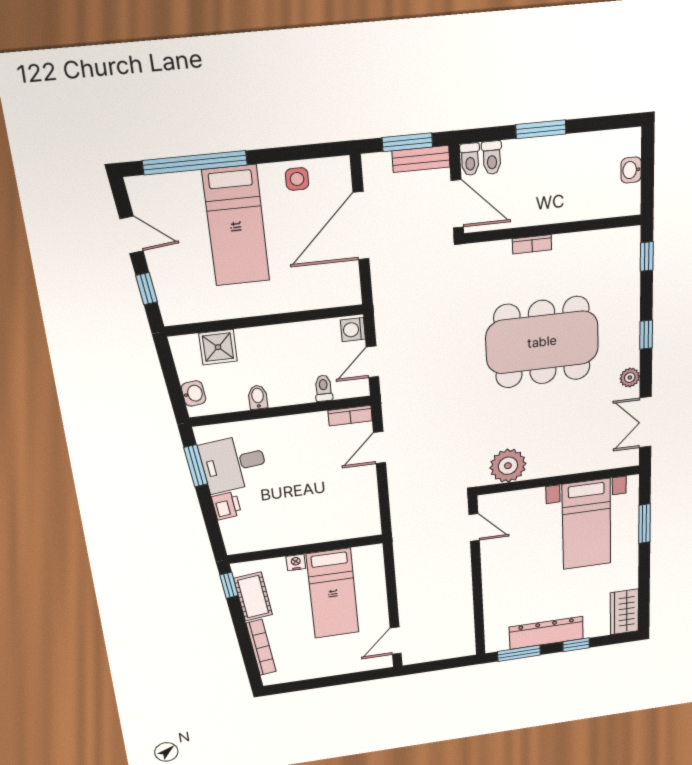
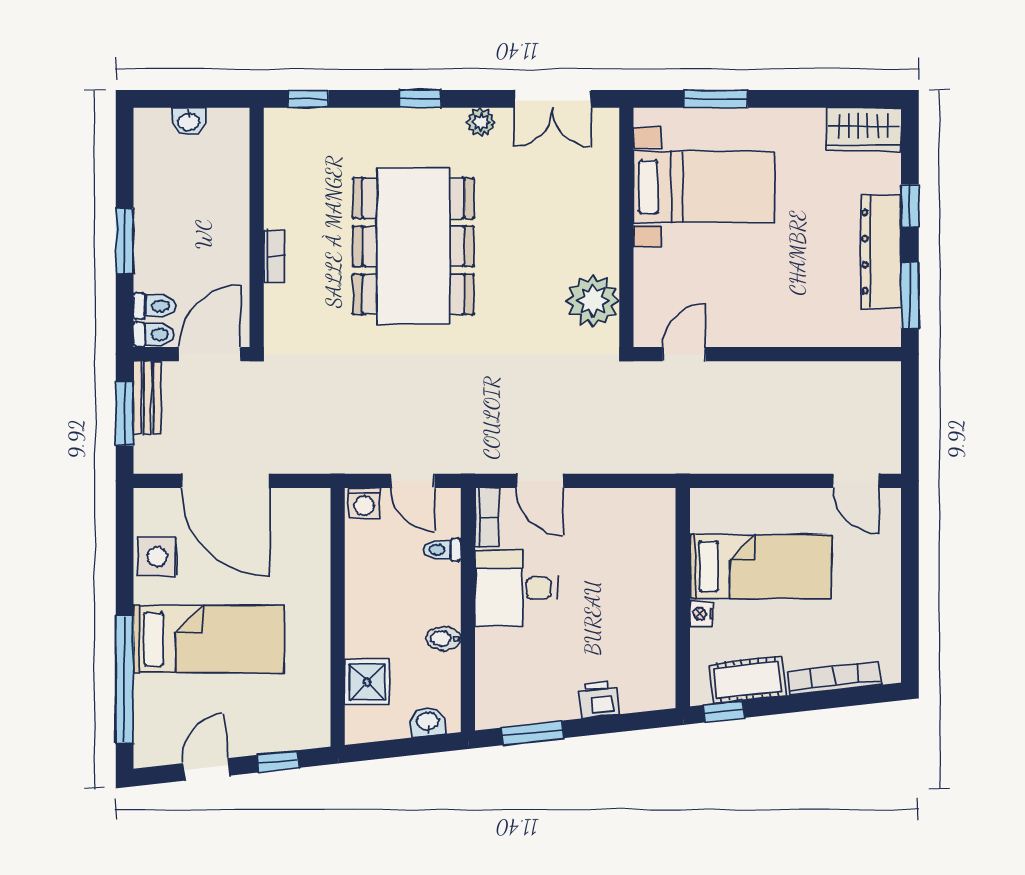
side table: (297, 179) -> (157, 556), width x1.37, depth x1.37
desk: (234, 464) -> (516, 588), moved, turned 96

